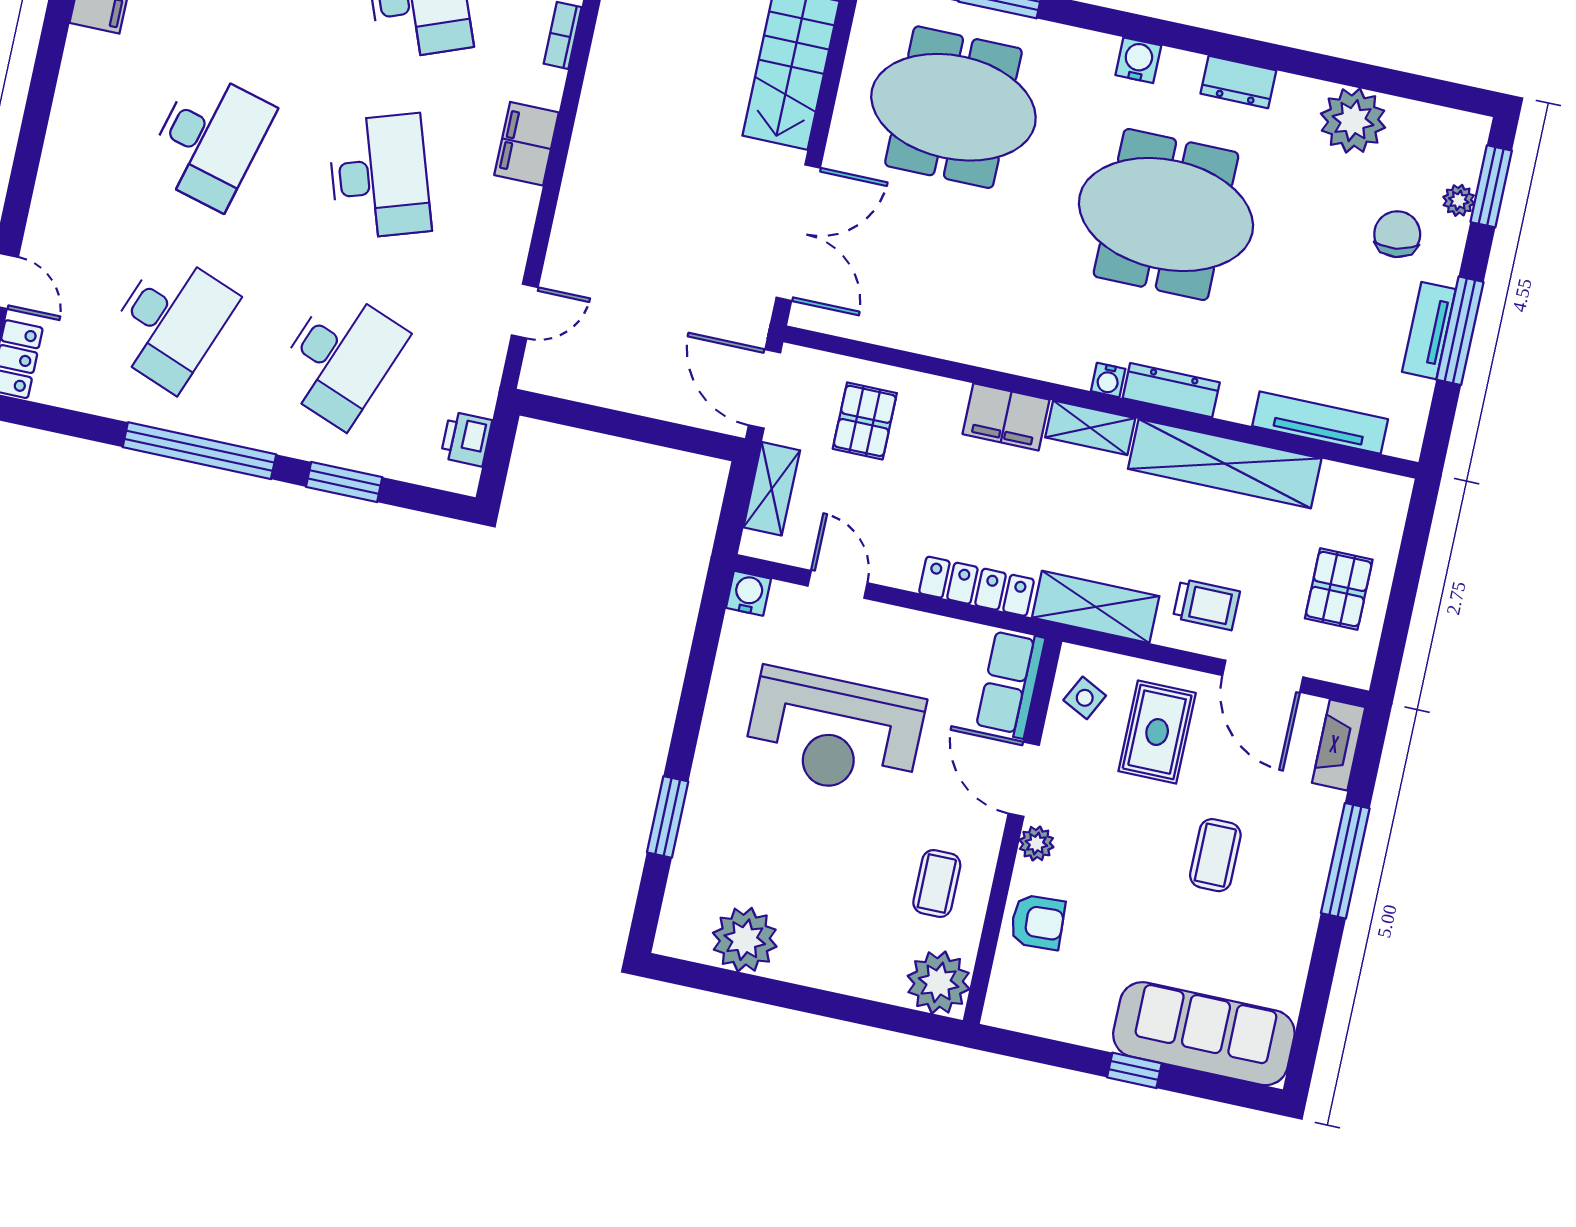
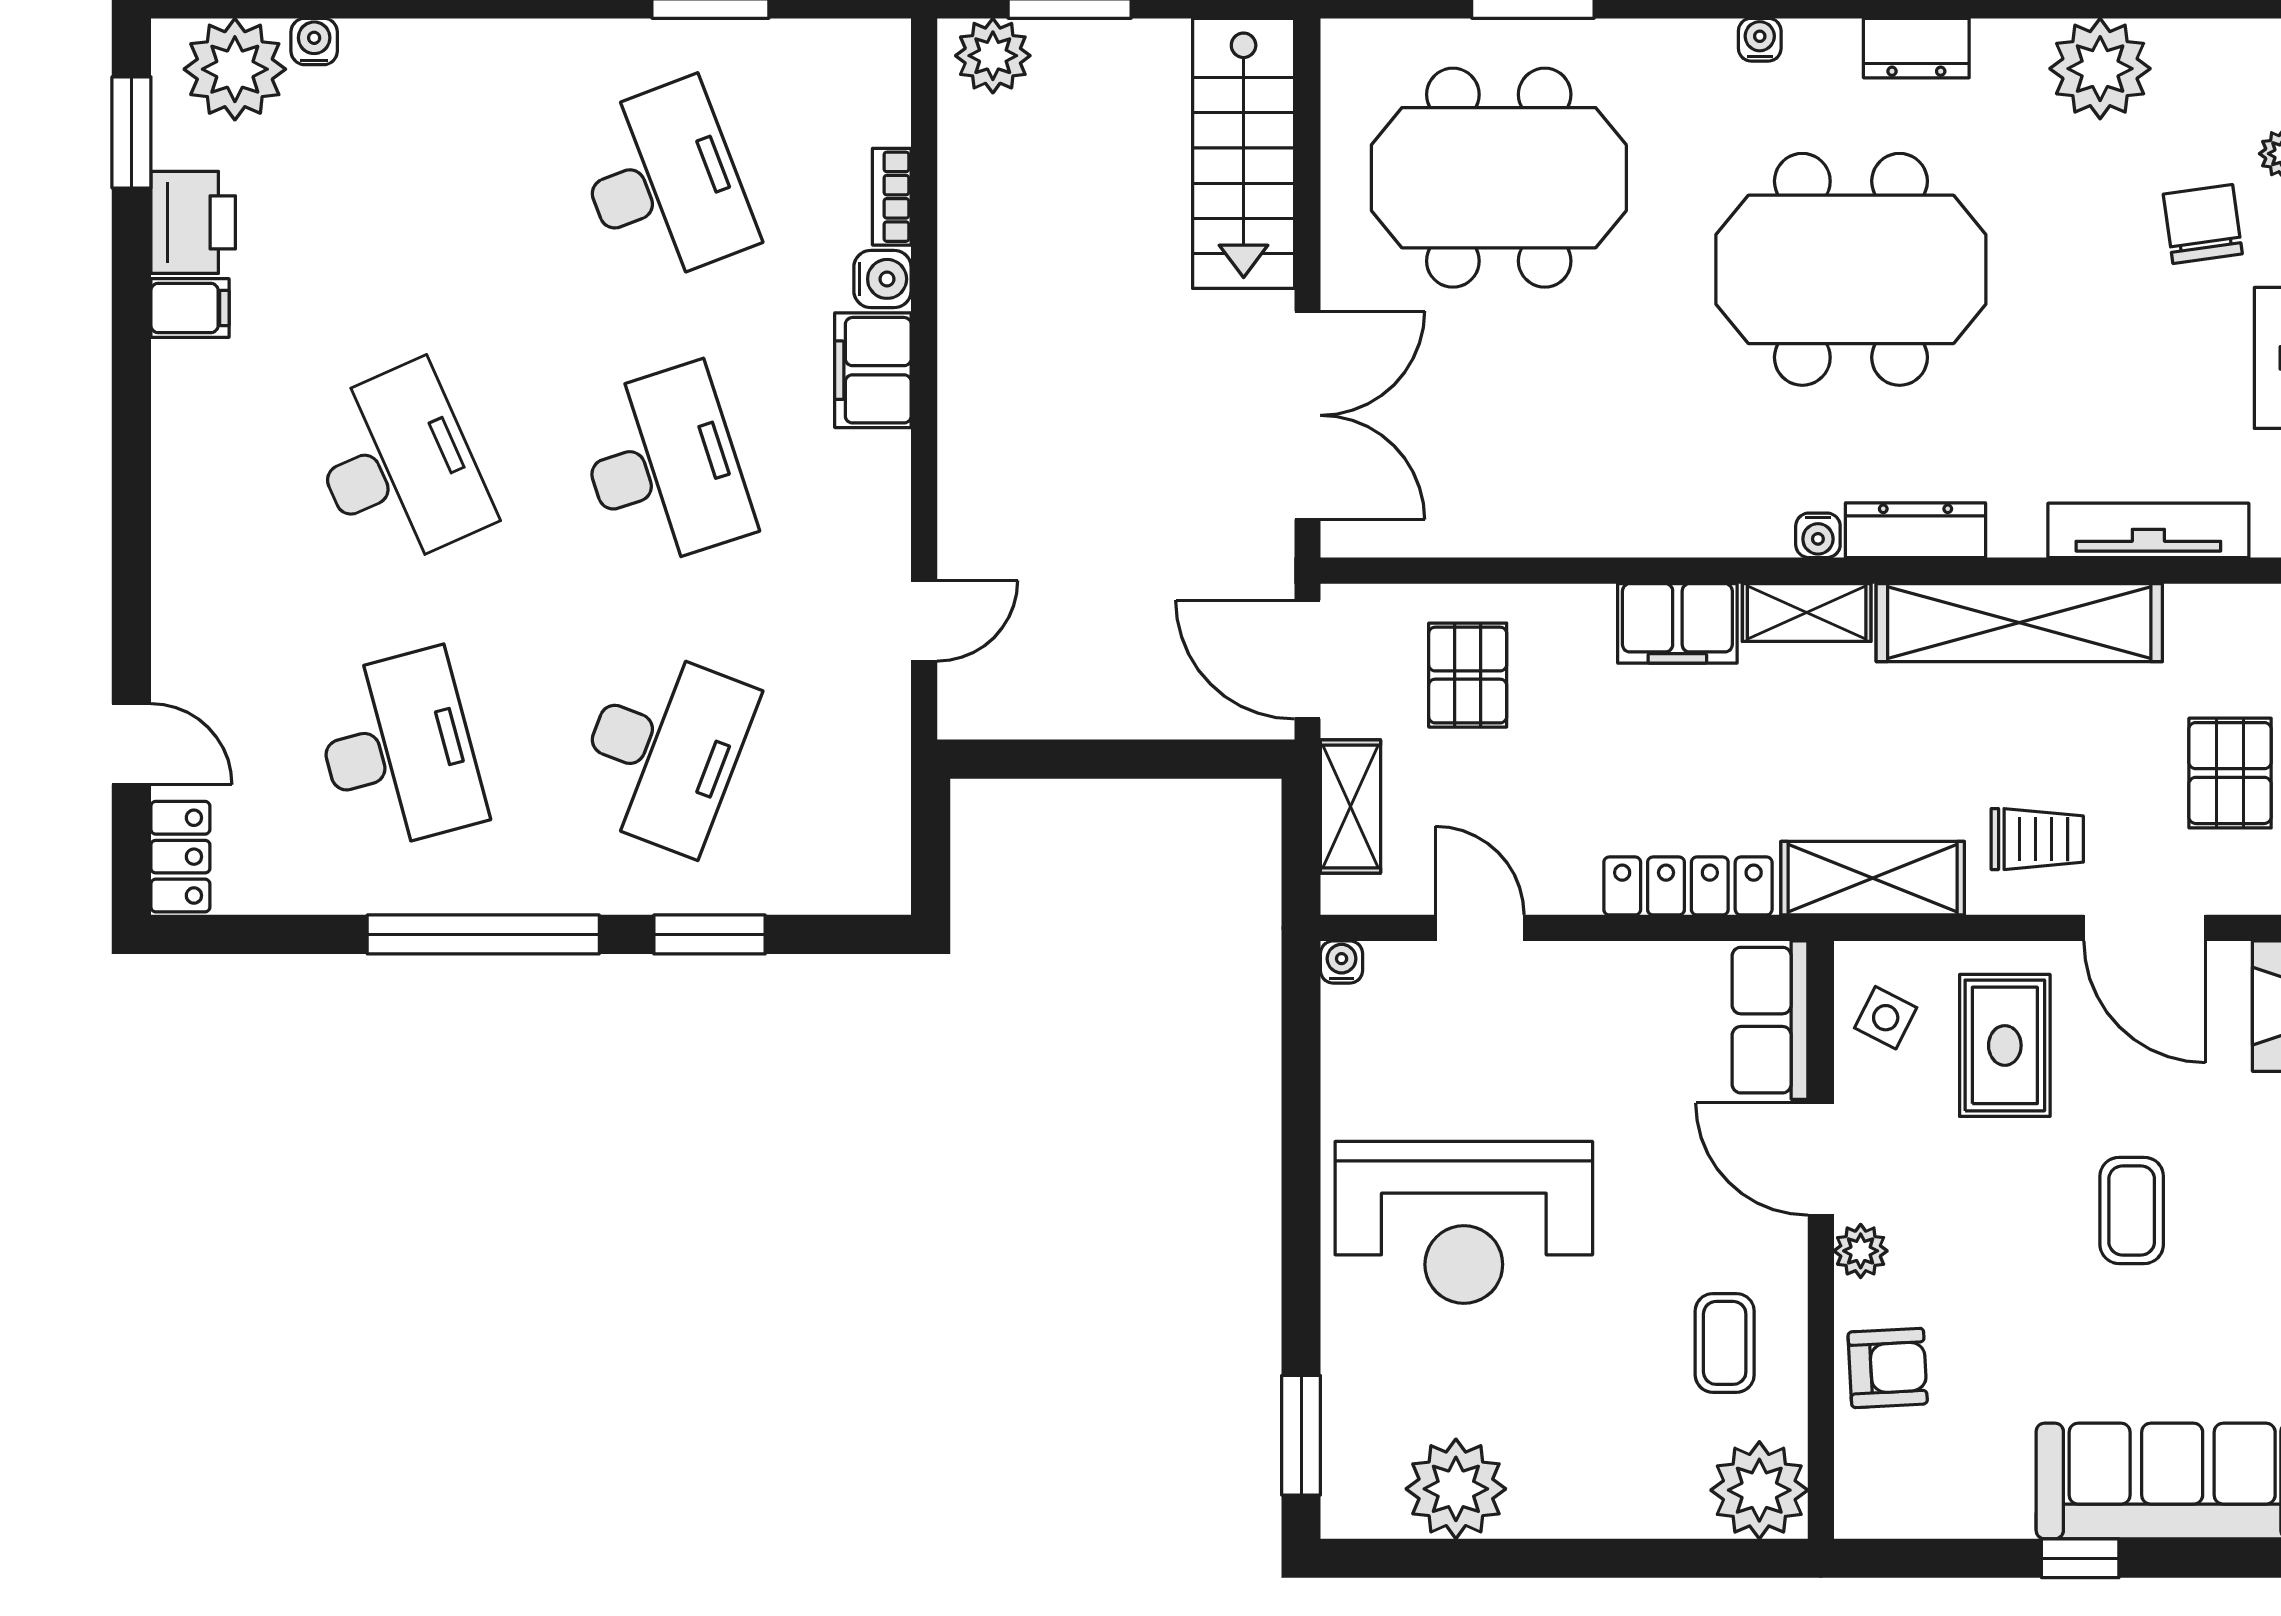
water cooler: (1138, 60) -> (1760, 40), width x0.72, depth x0.72
water cooler: (545, 87) -> (882, 279), added
desk: (210, 140) -> (398, 467), turned -39
desk: (171, 321) -> (398, 750), turned -36
printer: (466, 439) -> (878, 831), removed
water cooler: (749, 593) -> (1342, 962), width x0.72, depth x0.72
reception desk: (834, 733) -> (1464, 1222), moved
window: (668, 817) -> (1301, 1435), moved

